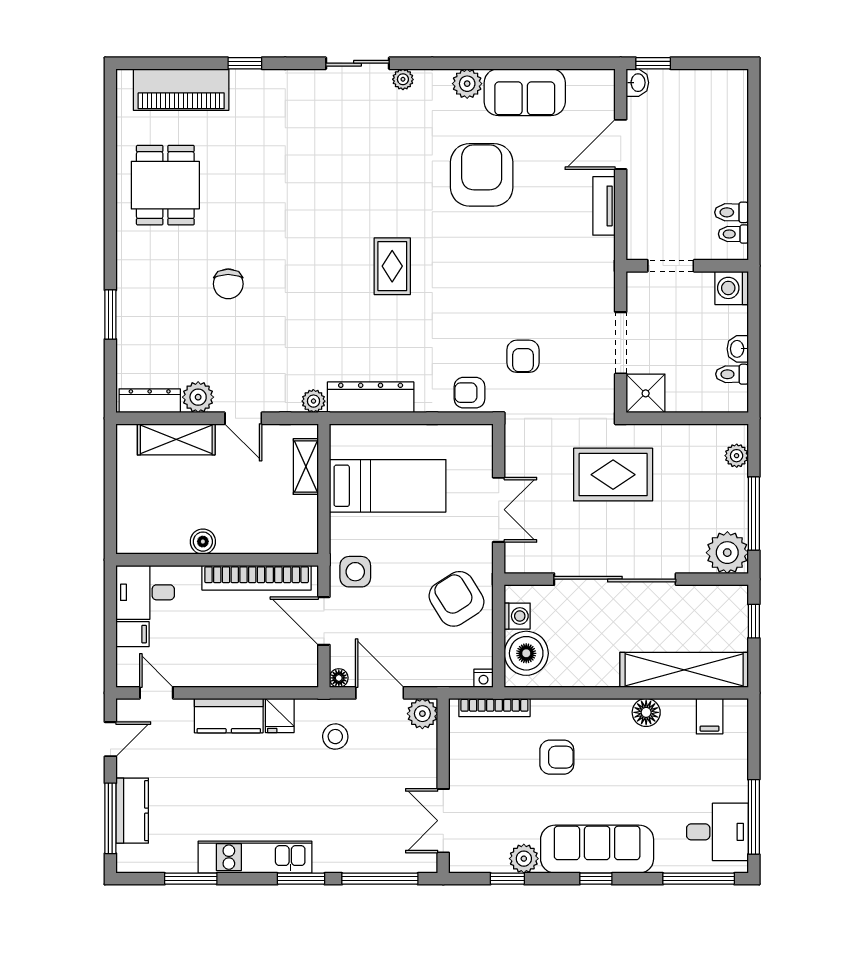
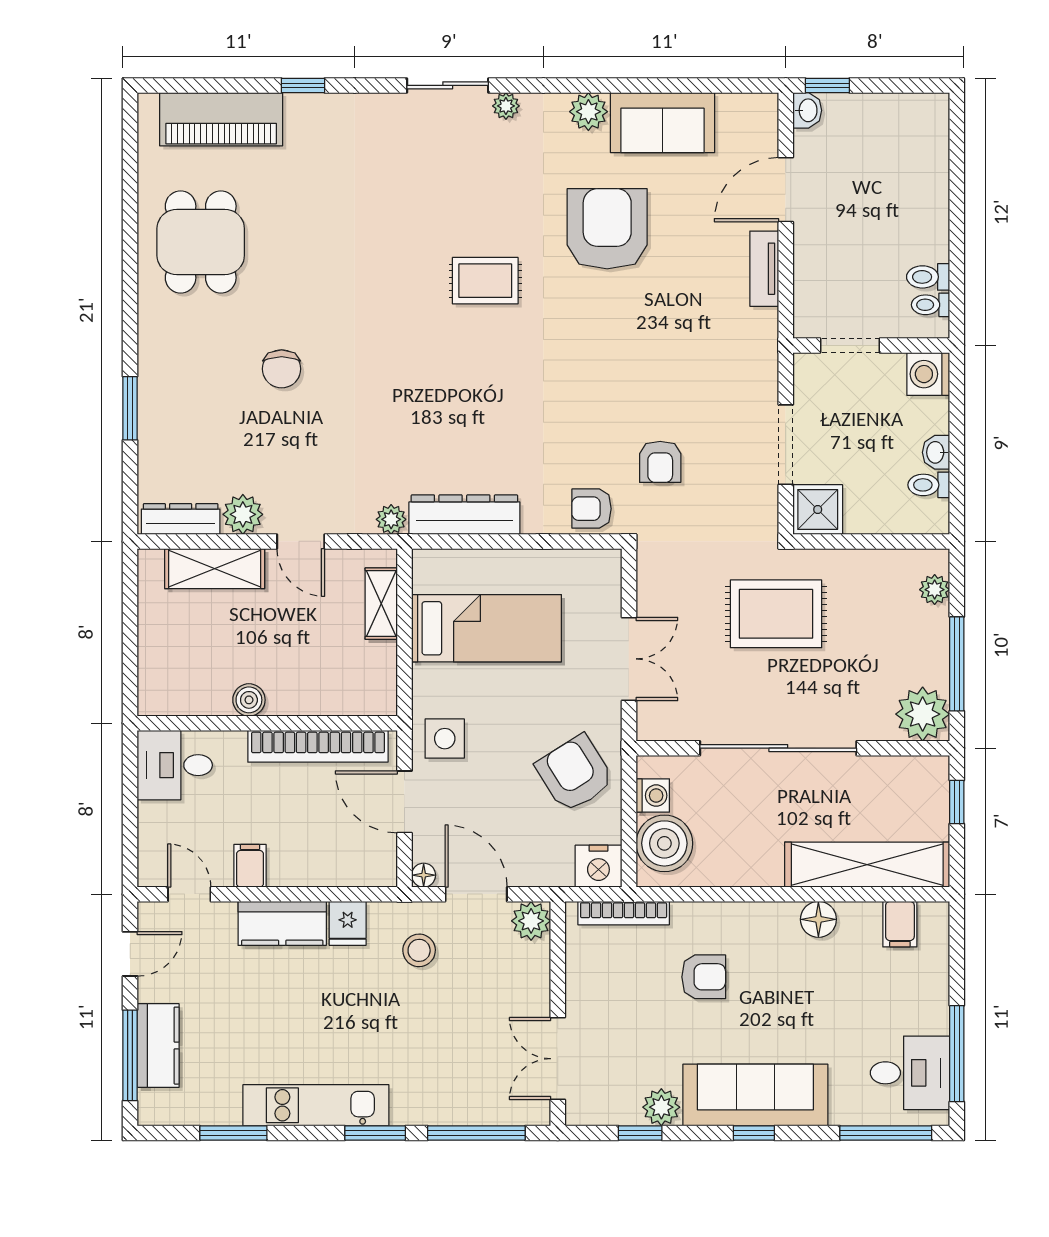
rug: (392, 266) -> (485, 281), moved, turned 90
filing cabinet: (133, 634) -> (250, 866), moved, turned -90
nightstand: (483, 678) -> (598, 866), width x1.89, depth x1.79

